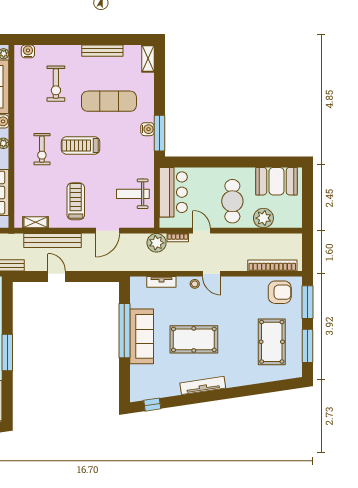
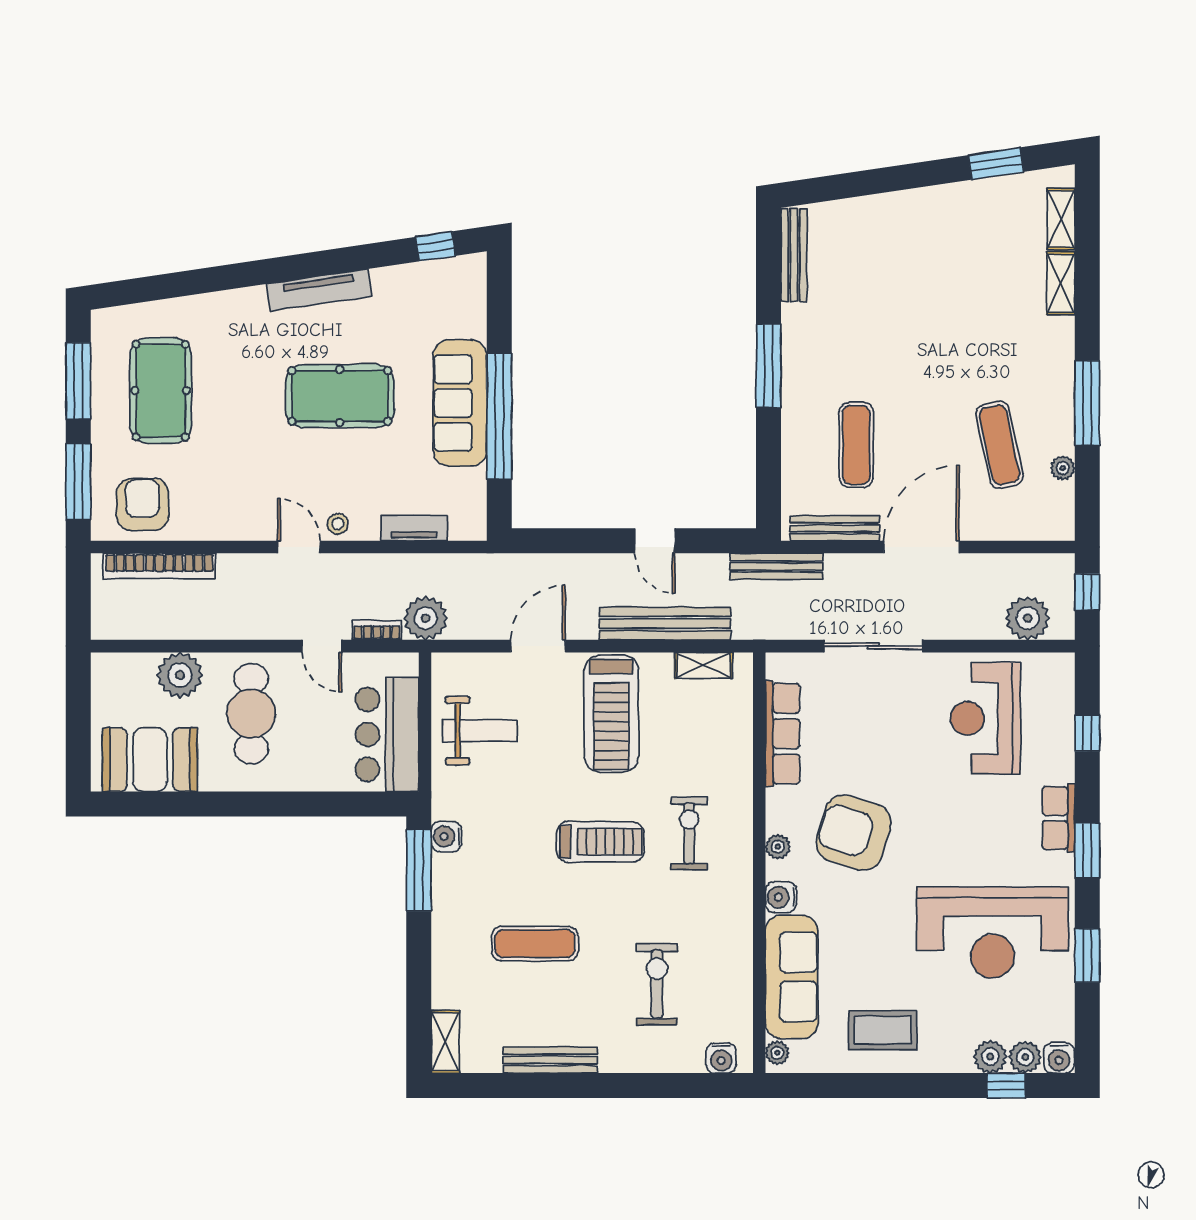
exercise mat: (109, 101) -> (535, 944), width x0.73, depth x0.69
water cooler: (147, 129) -> (446, 837), moved
treadmill: (76, 201) -> (611, 714), width x1.37, depth x1.38
armchair: (280, 292) -> (142, 505), turned 90

